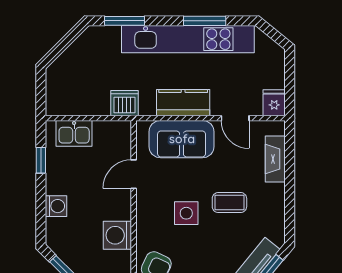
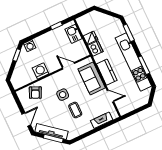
fridge: (274, 103) -> (90, 38), moved
door: (235, 118) -> (110, 96), swing flipped
washing machine: (56, 206) -> (30, 46), moved

